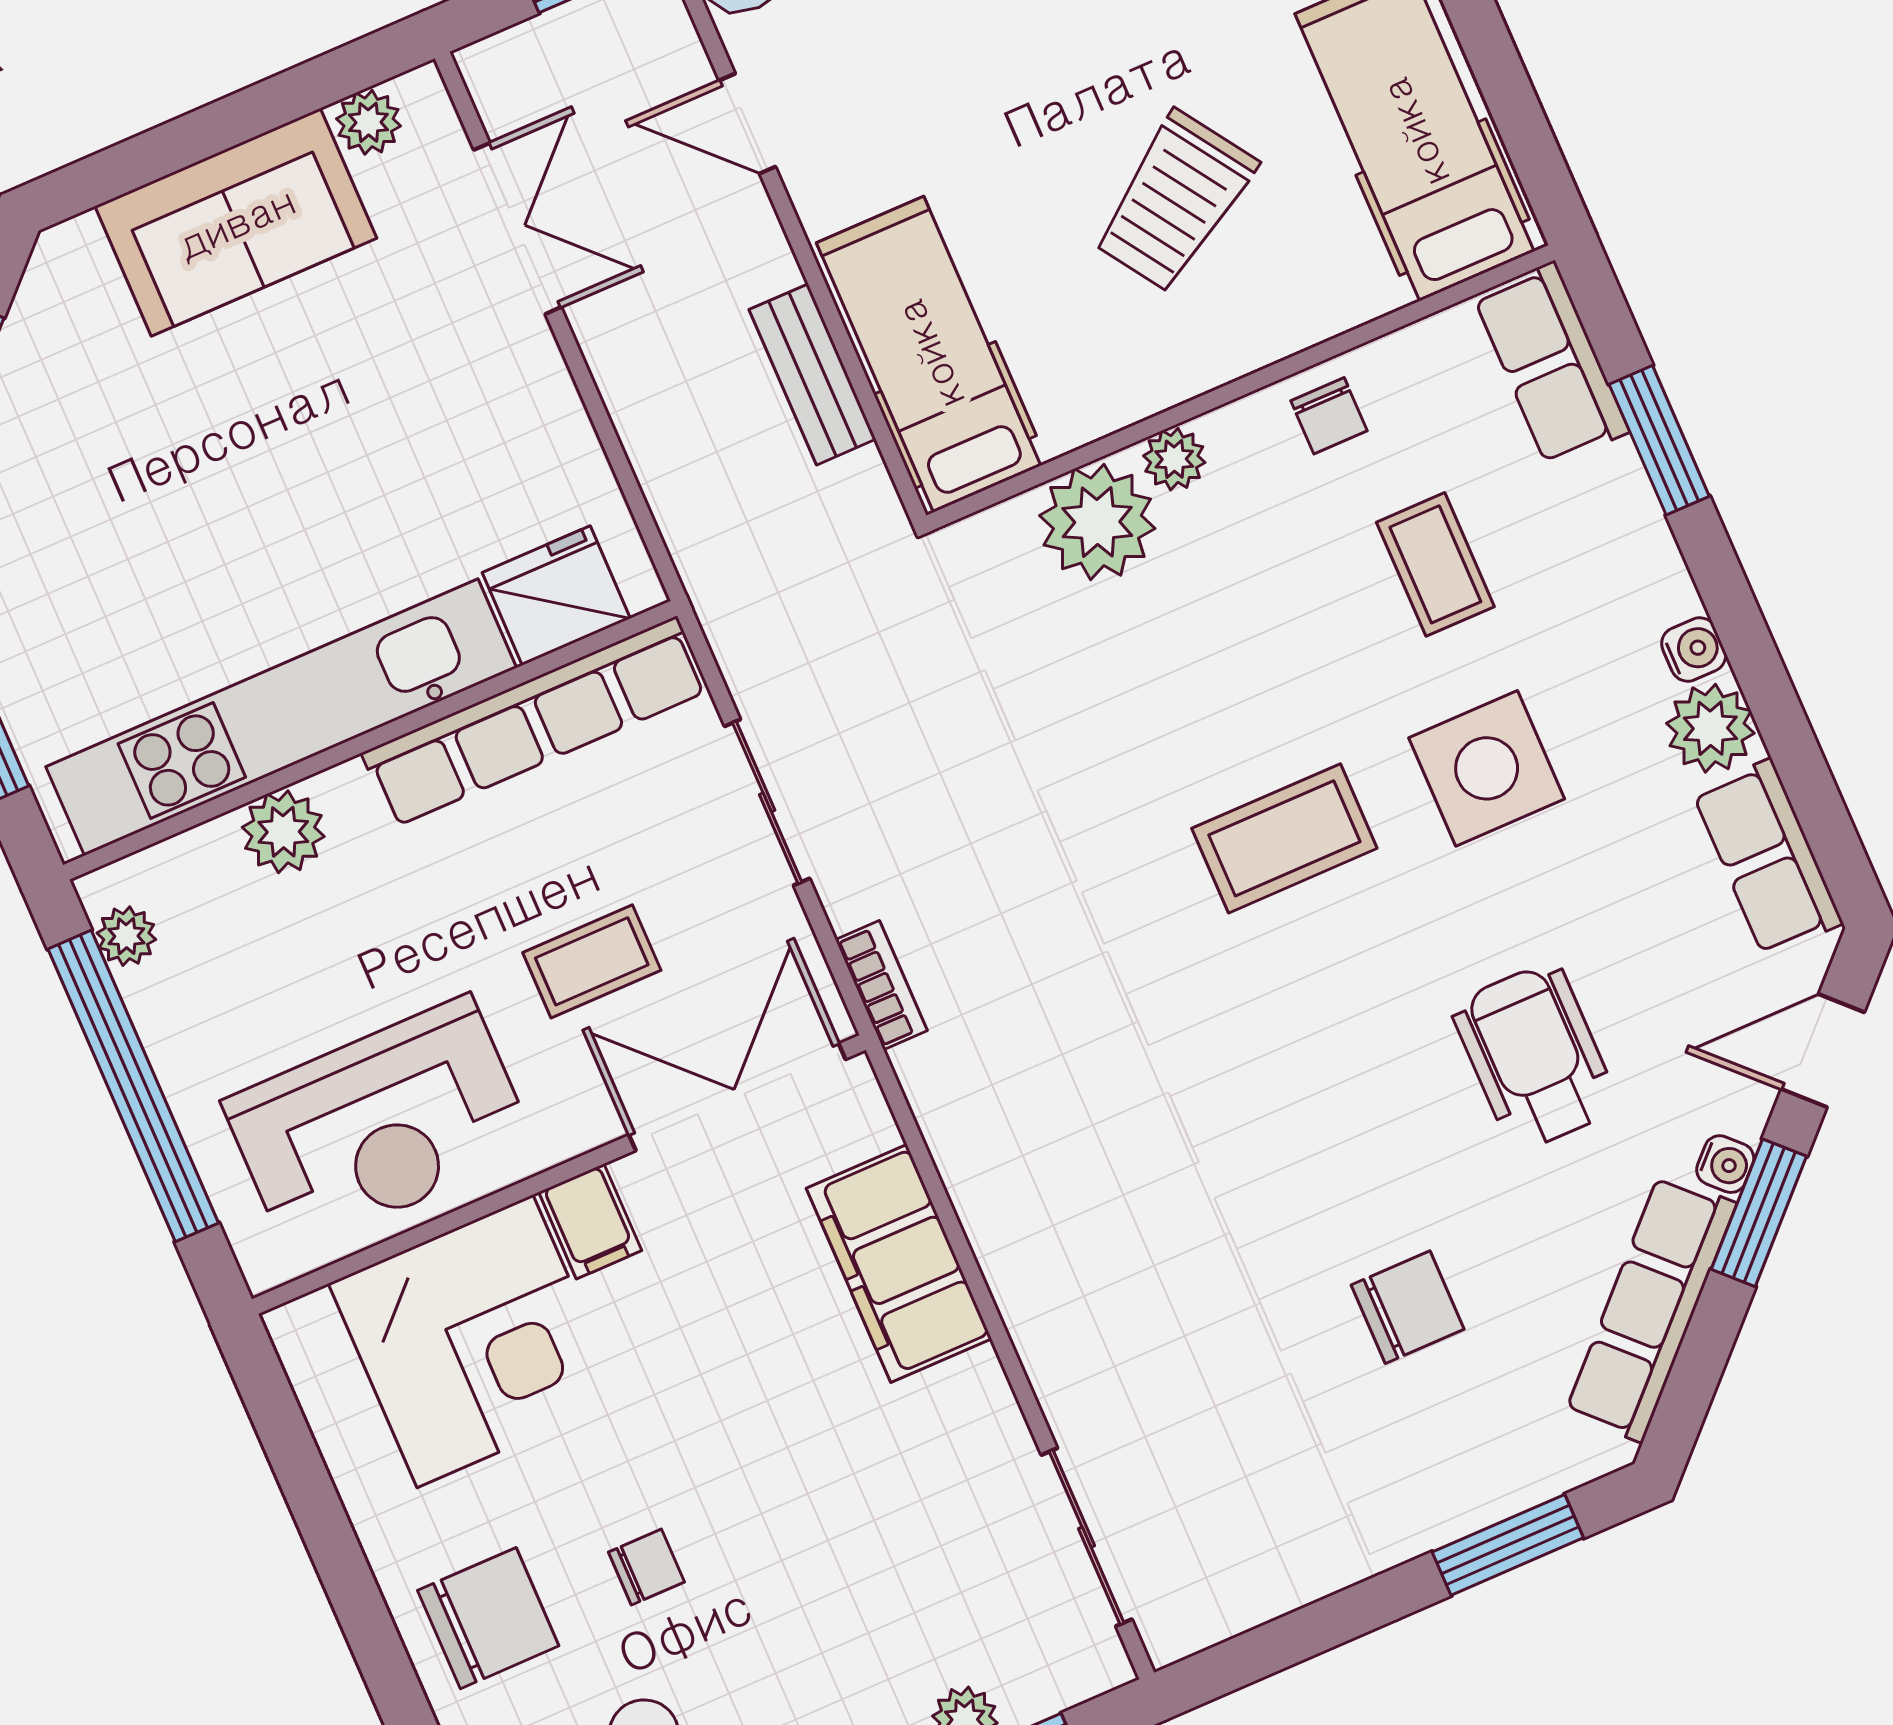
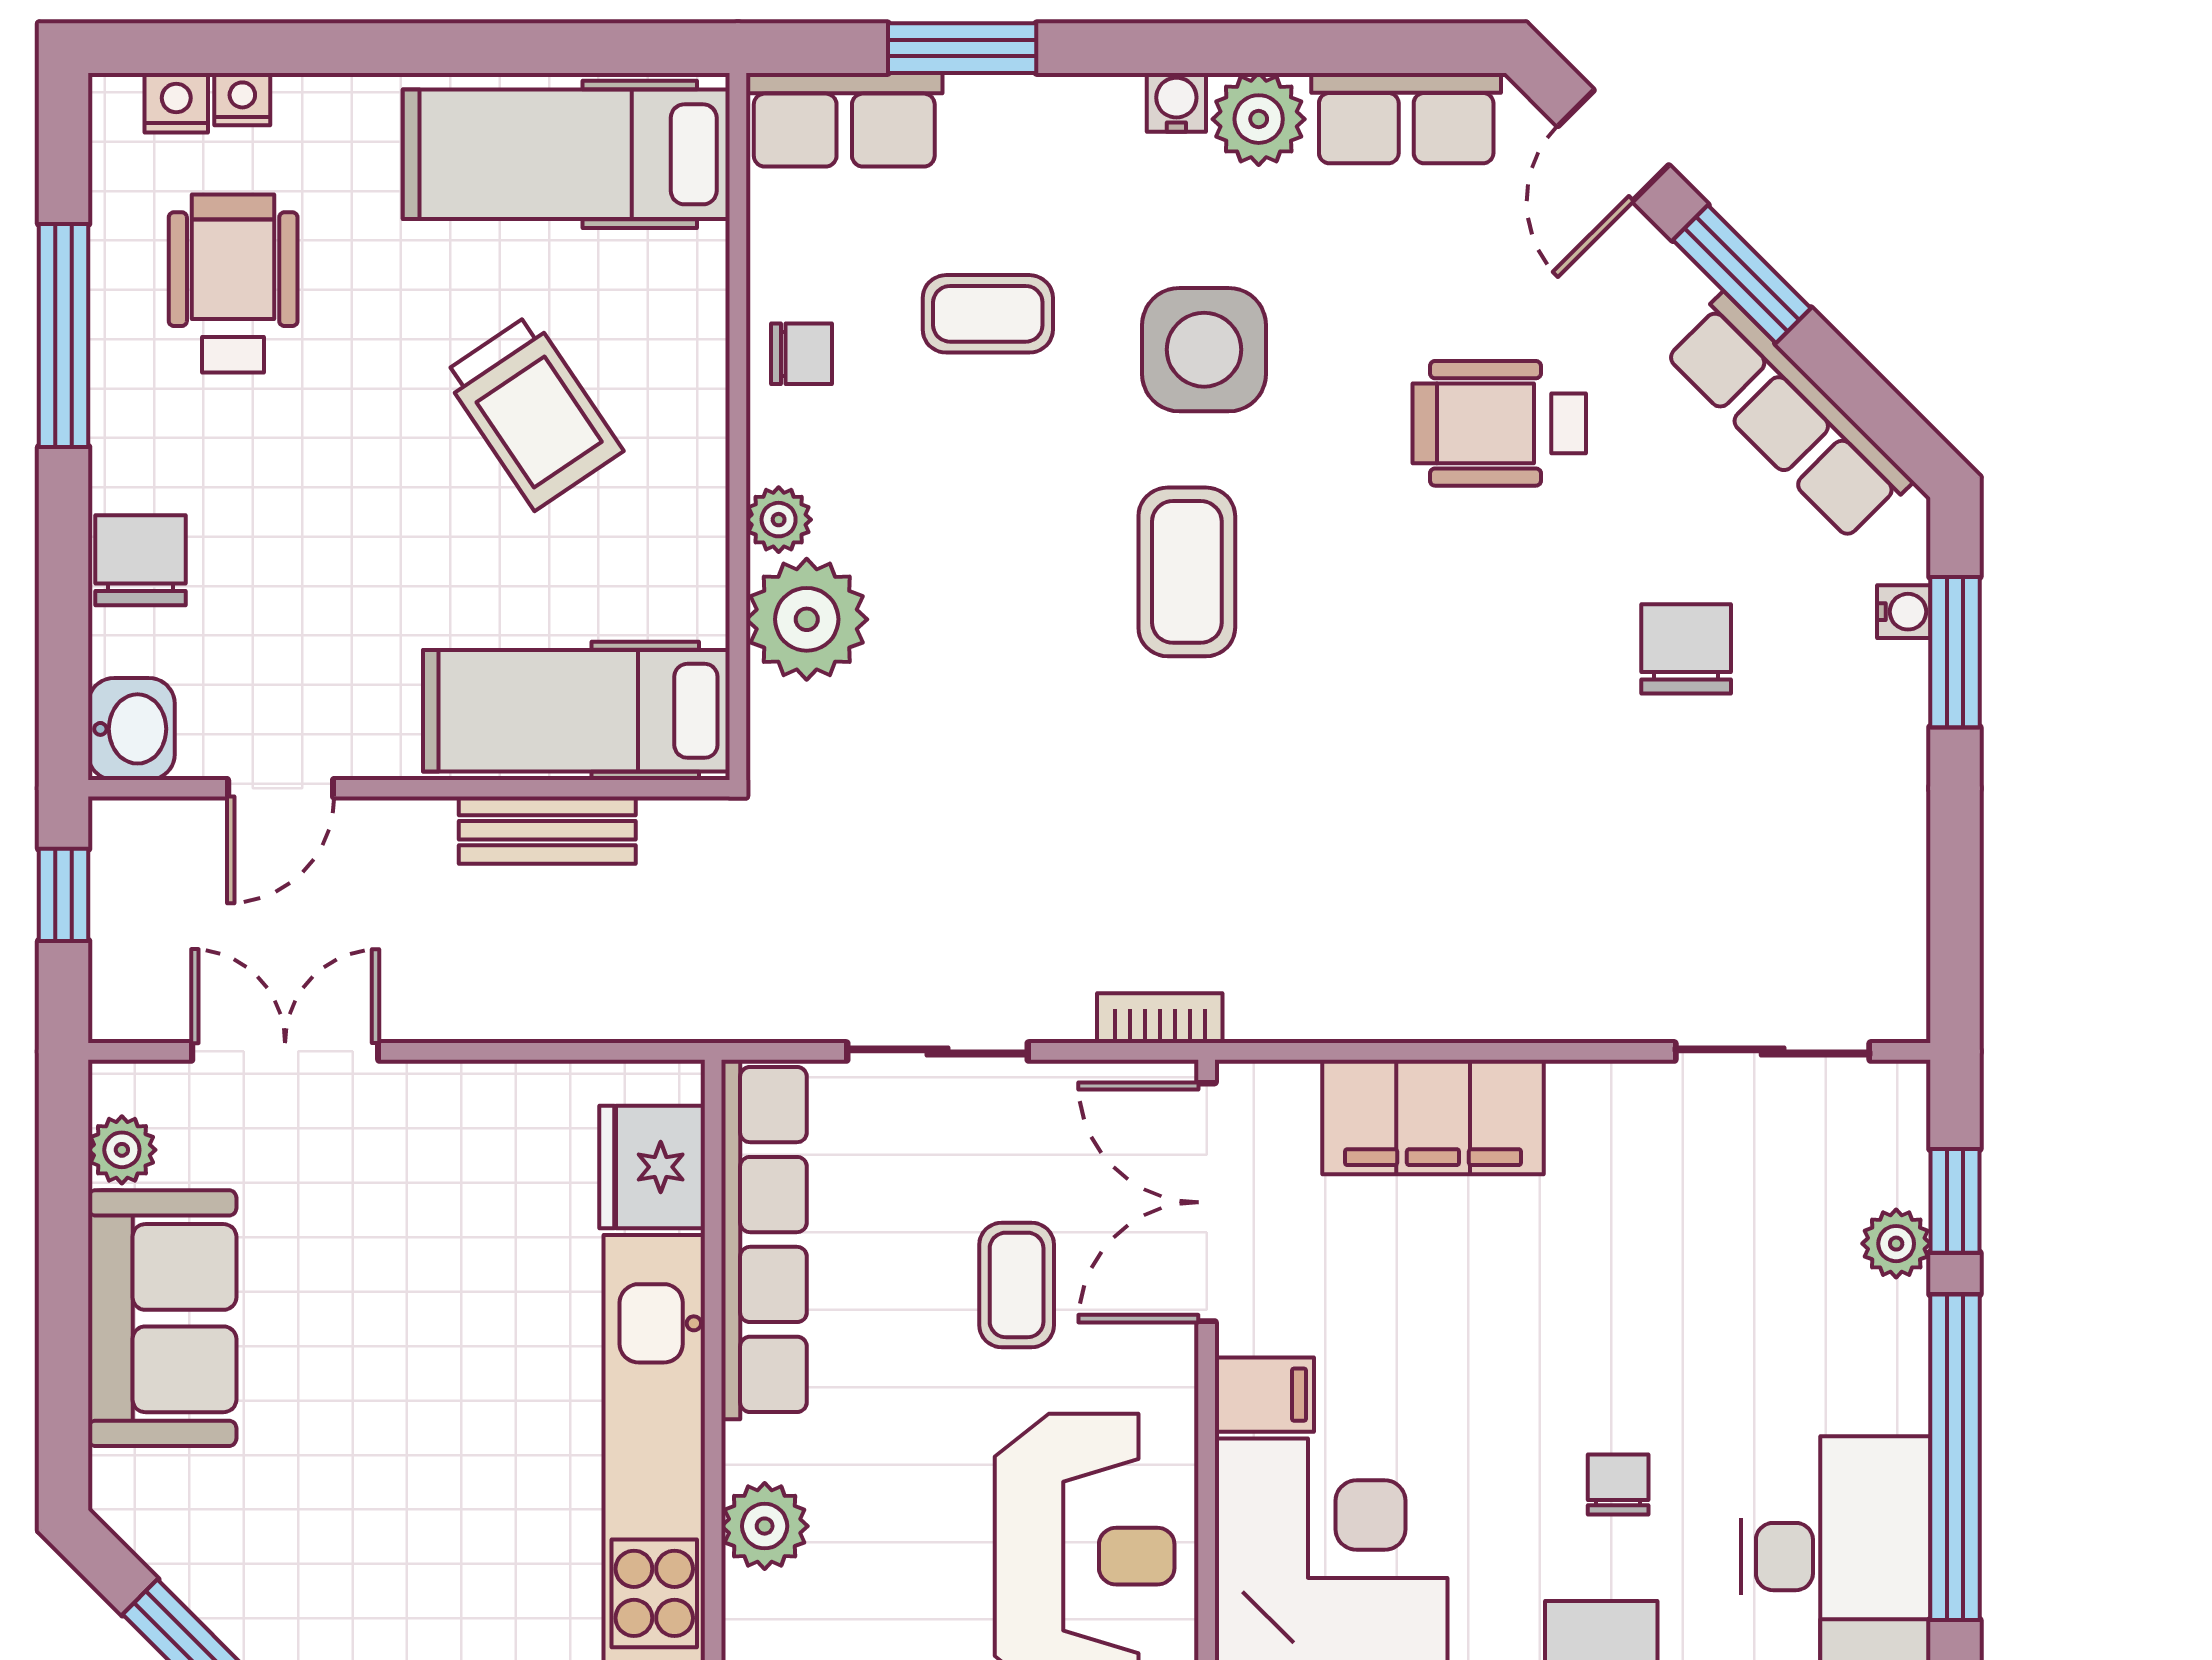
water cooler: (1725, 1164) -> (1904, 612), moved, turned 45

